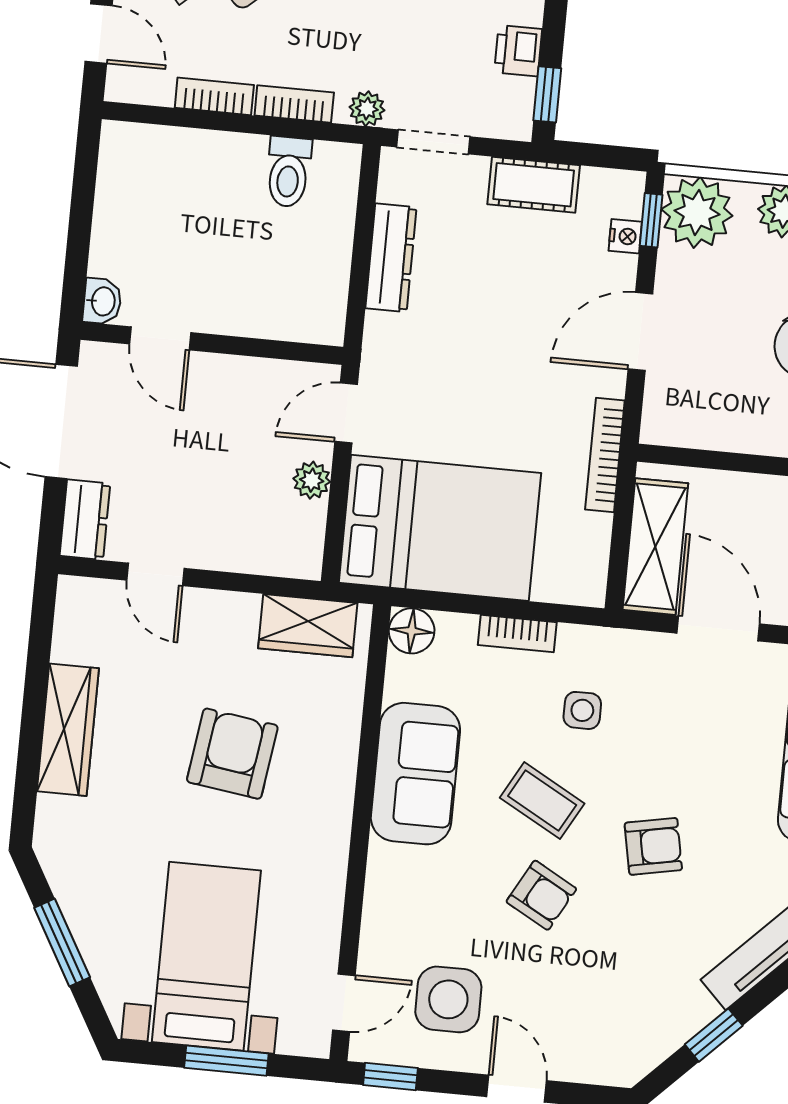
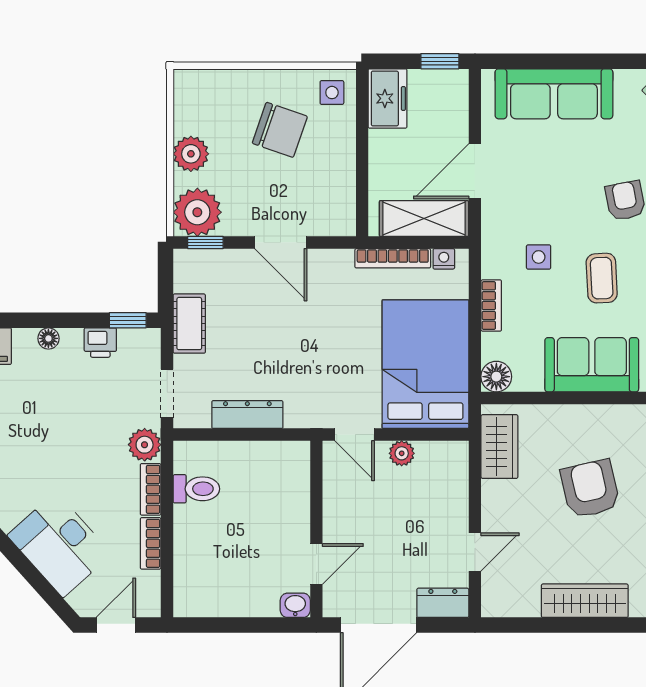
plant: (367, 109) -> (145, 445), width x1.38, depth x1.38
nightstand: (625, 236) -> (444, 259), moved
bookcase: (605, 455) -> (393, 258), moved
armchair: (232, 754) -> (590, 489), turned 69
coffee table: (542, 801) -> (602, 278), turned -32

